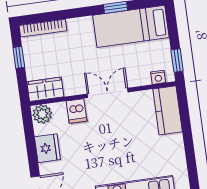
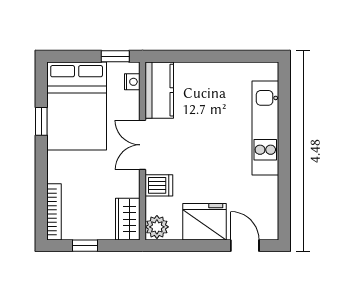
bed: (131, 26) -> (77, 106), width x1.50
kitchen counter: (168, 110) -> (159, 90), moved, turned -90
fridge: (47, 148) -> (204, 222), width x1.36, depth x1.34

